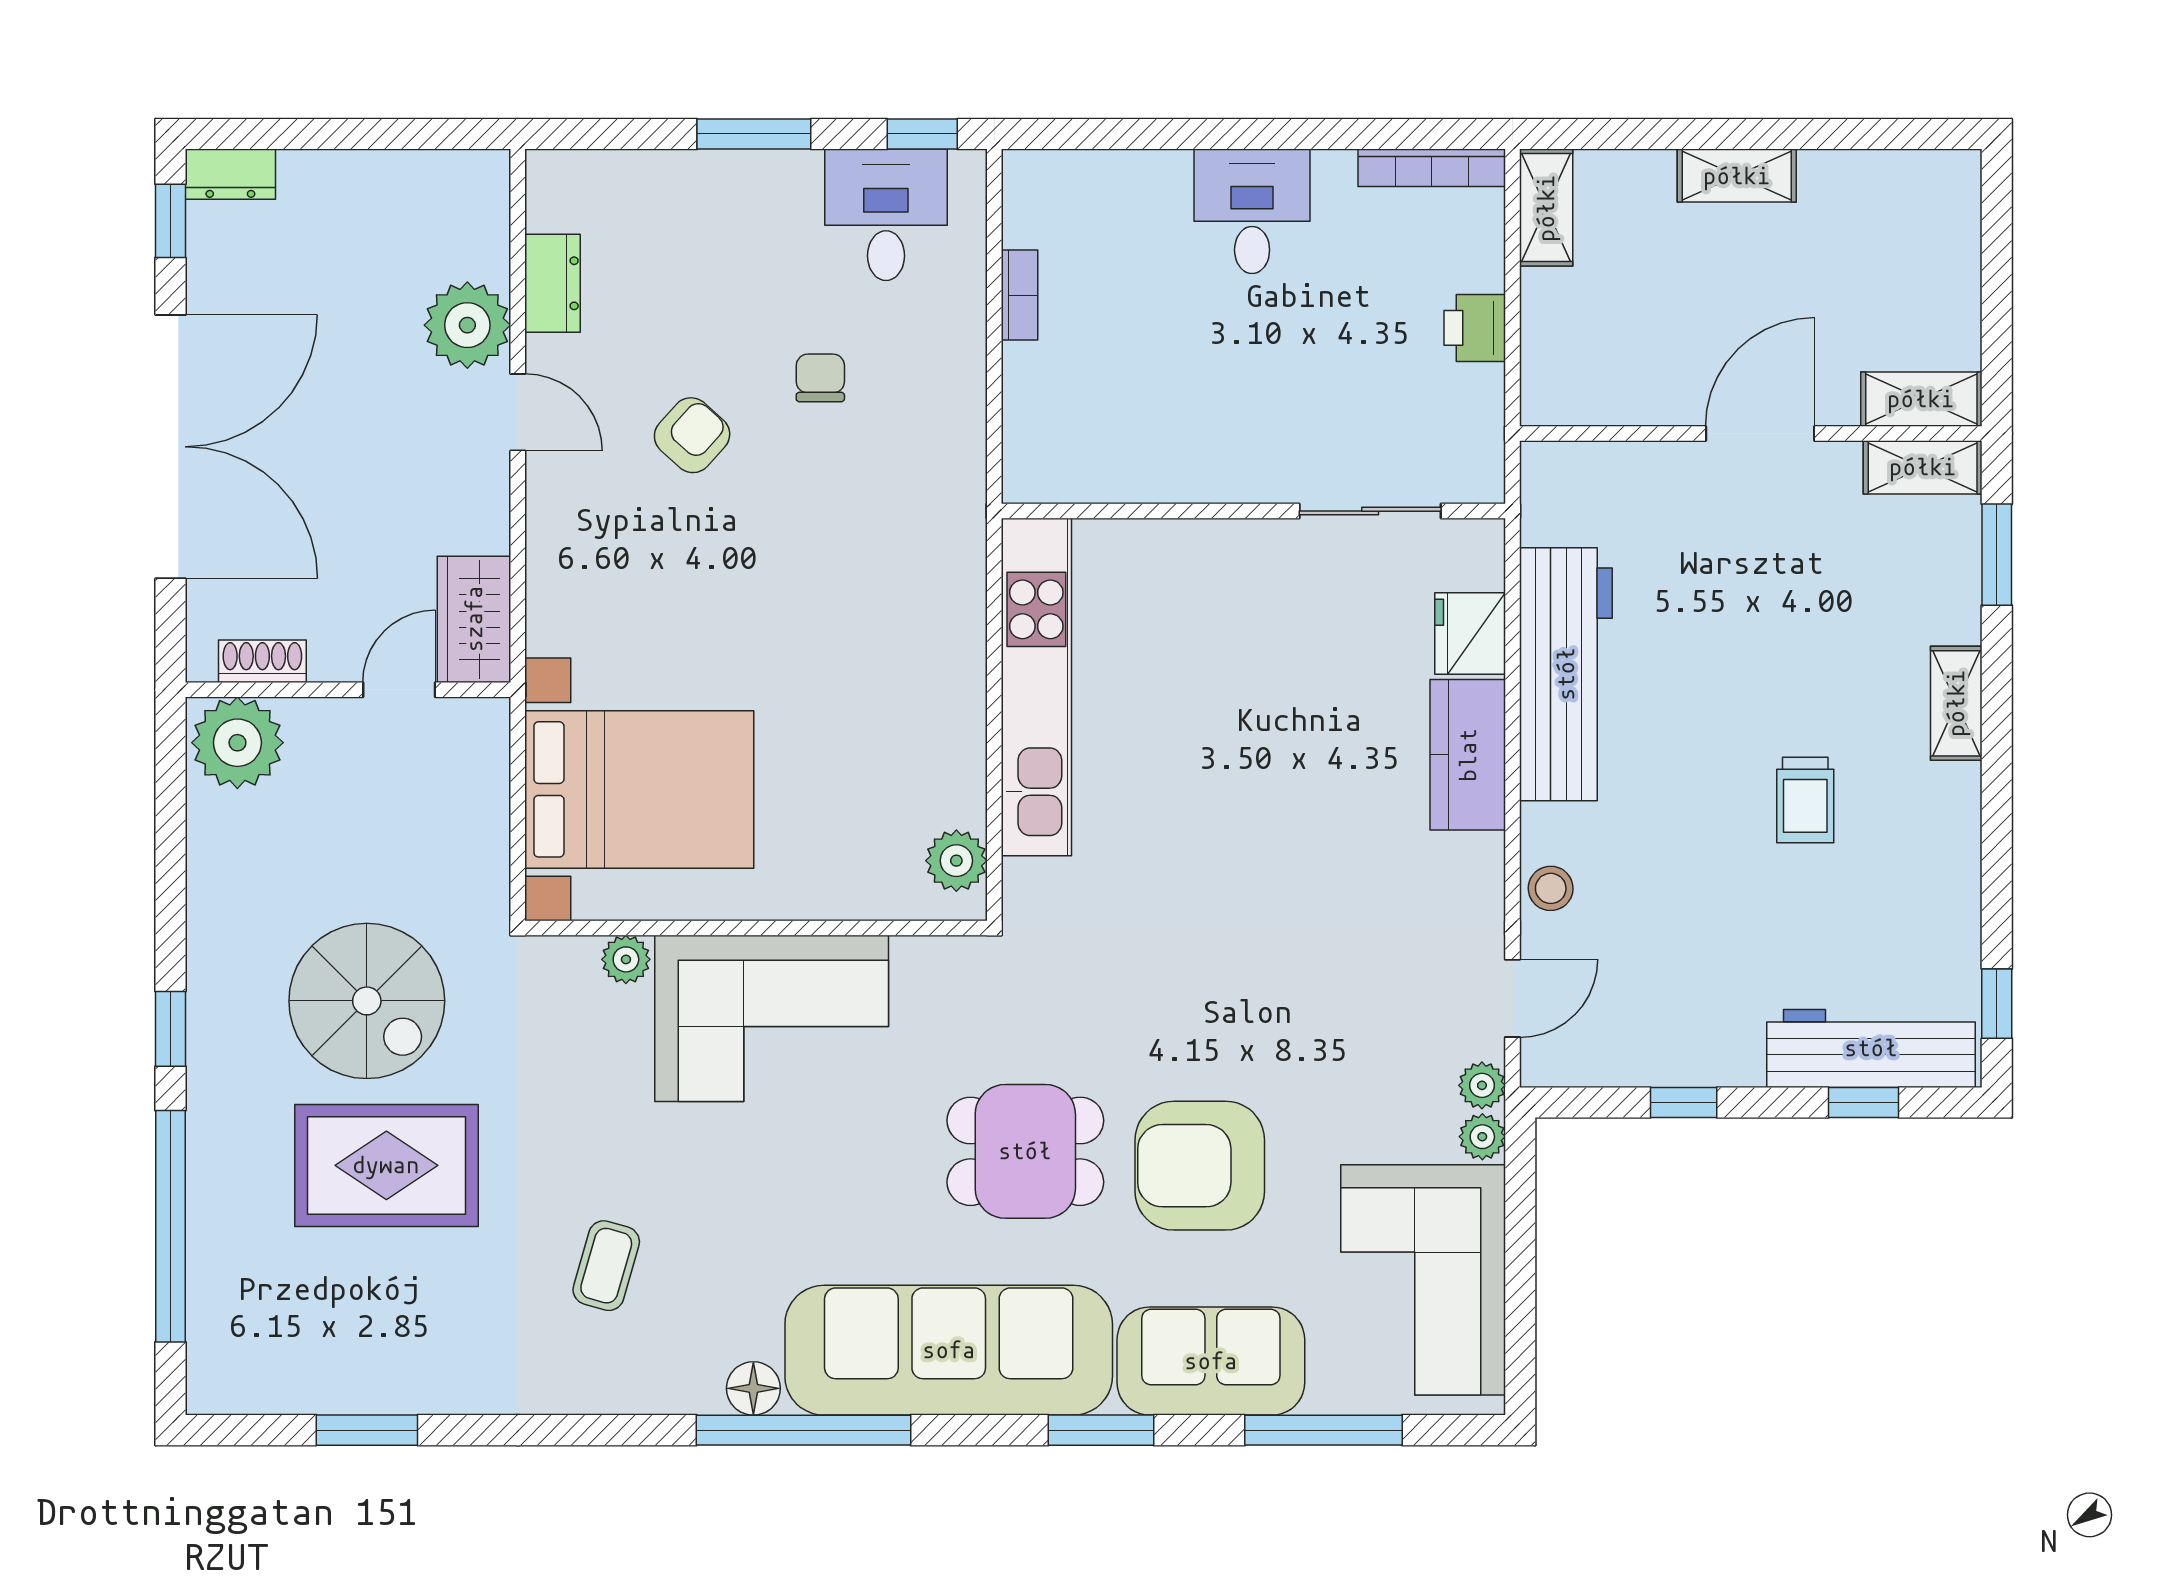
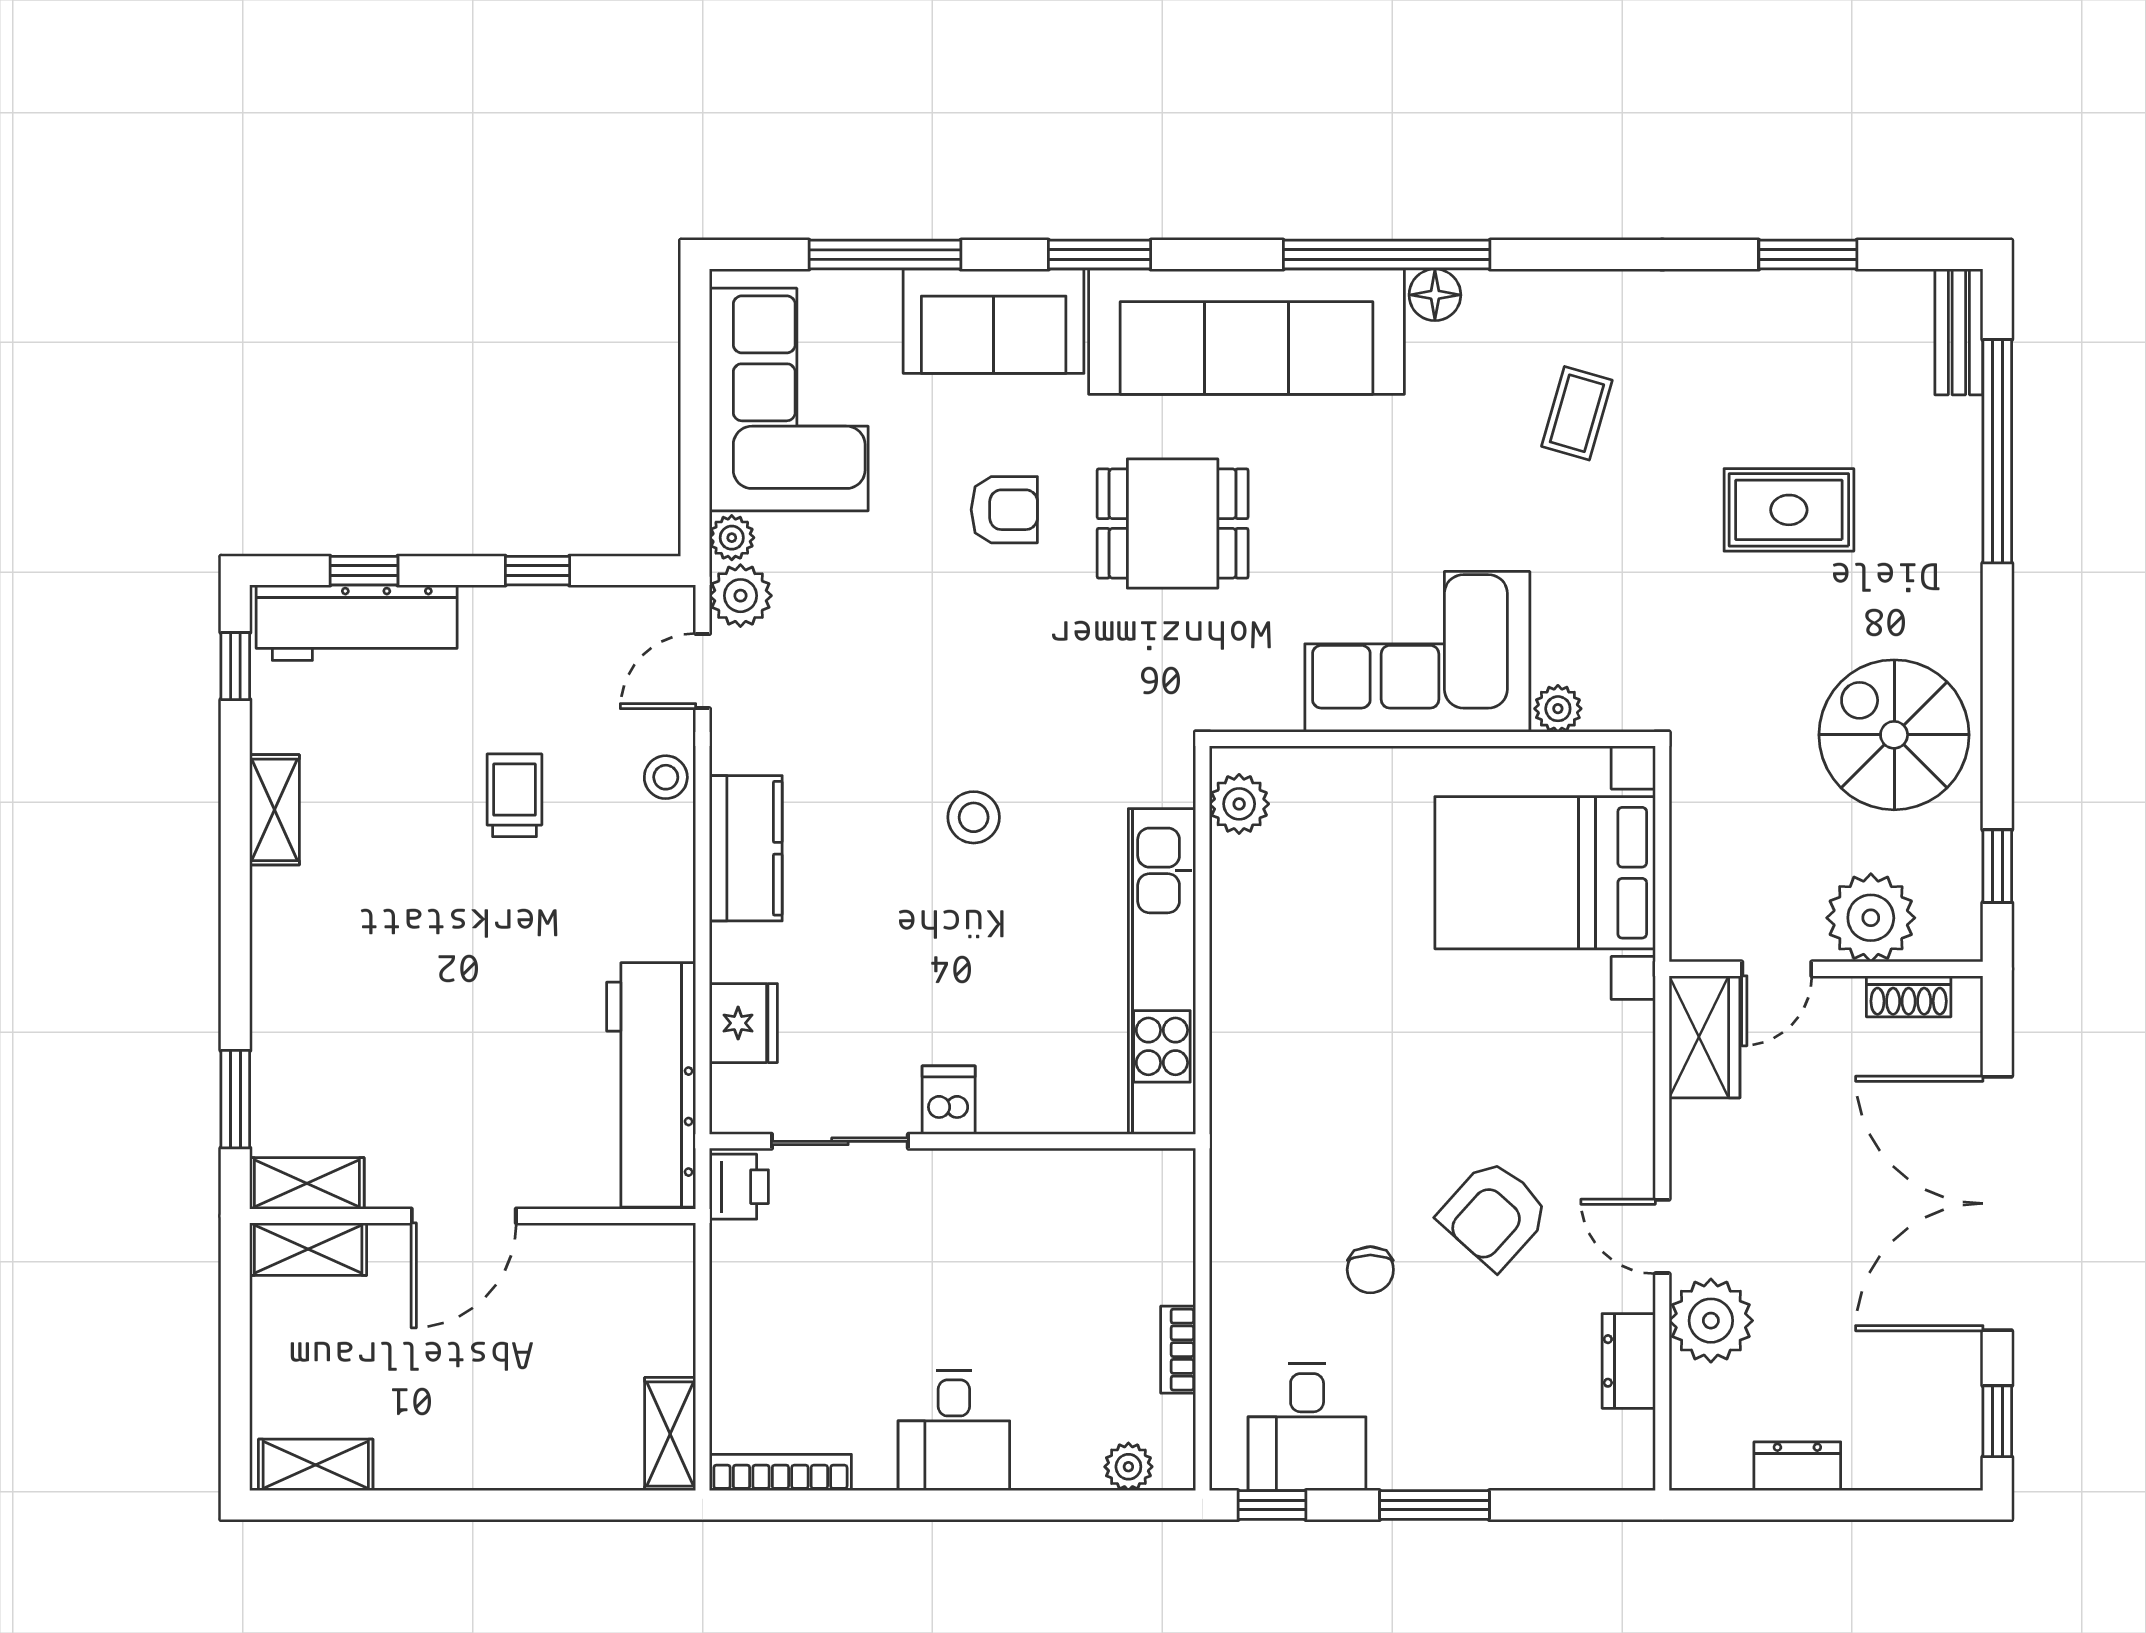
dresser: (230, 174) -> (1797, 1466), moved
plant: (1071, 174) -> (1128, 1467), added
shelving: (1737, 176) -> (316, 1465), moved
printer: (1475, 328) -> (739, 1187), moved
armchair: (692, 435) -> (1494, 1214), width x1.38, depth x1.38
dishwasher: (1258, 554) -> (949, 1100), added
workbench: (1566, 674) -> (651, 1085), moved
shelving: (1956, 703) -> (275, 810), moved
plant: (237, 743) -> (1871, 918), moved
kitchen counter: (1468, 755) -> (746, 848), moved
trolley: (1805, 800) -> (514, 795), moved
stool: (1232, 847) -> (974, 817), added
spiral stairs: (367, 1001) -> (1894, 735), moved
window: (171, 1029) -> (1997, 866), moved
plant: (1482, 1085) -> (740, 596), width x1.38, depth x1.38
rug: (386, 1165) -> (1789, 510), width x0.73, depth x0.70
armchair: (1200, 1166) -> (1004, 510), width x0.53, depth x0.53
bench: (210, 1350) -> (1959, 332), added

